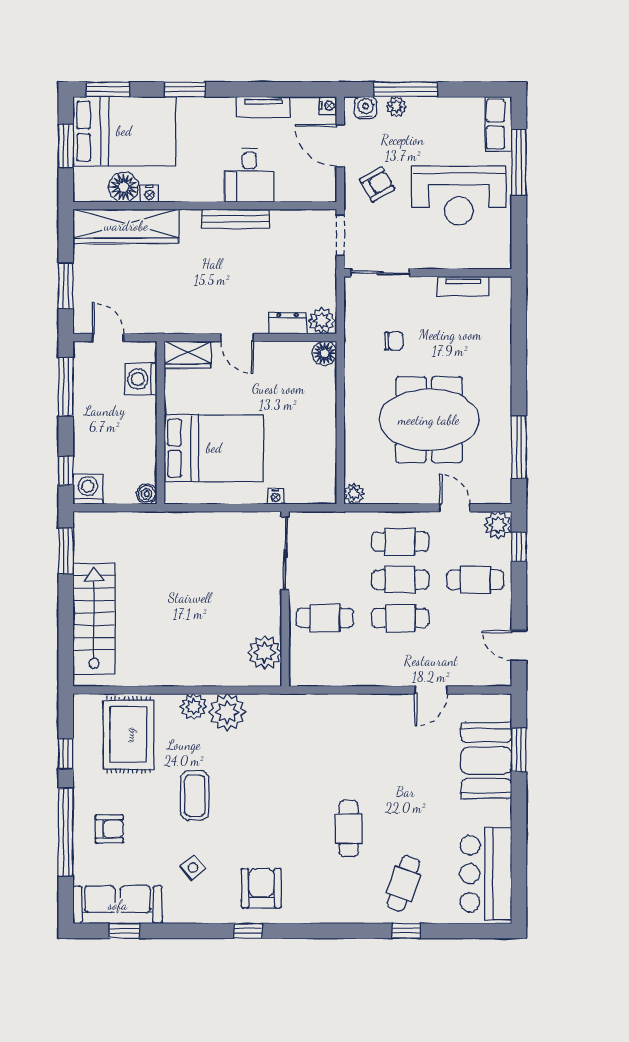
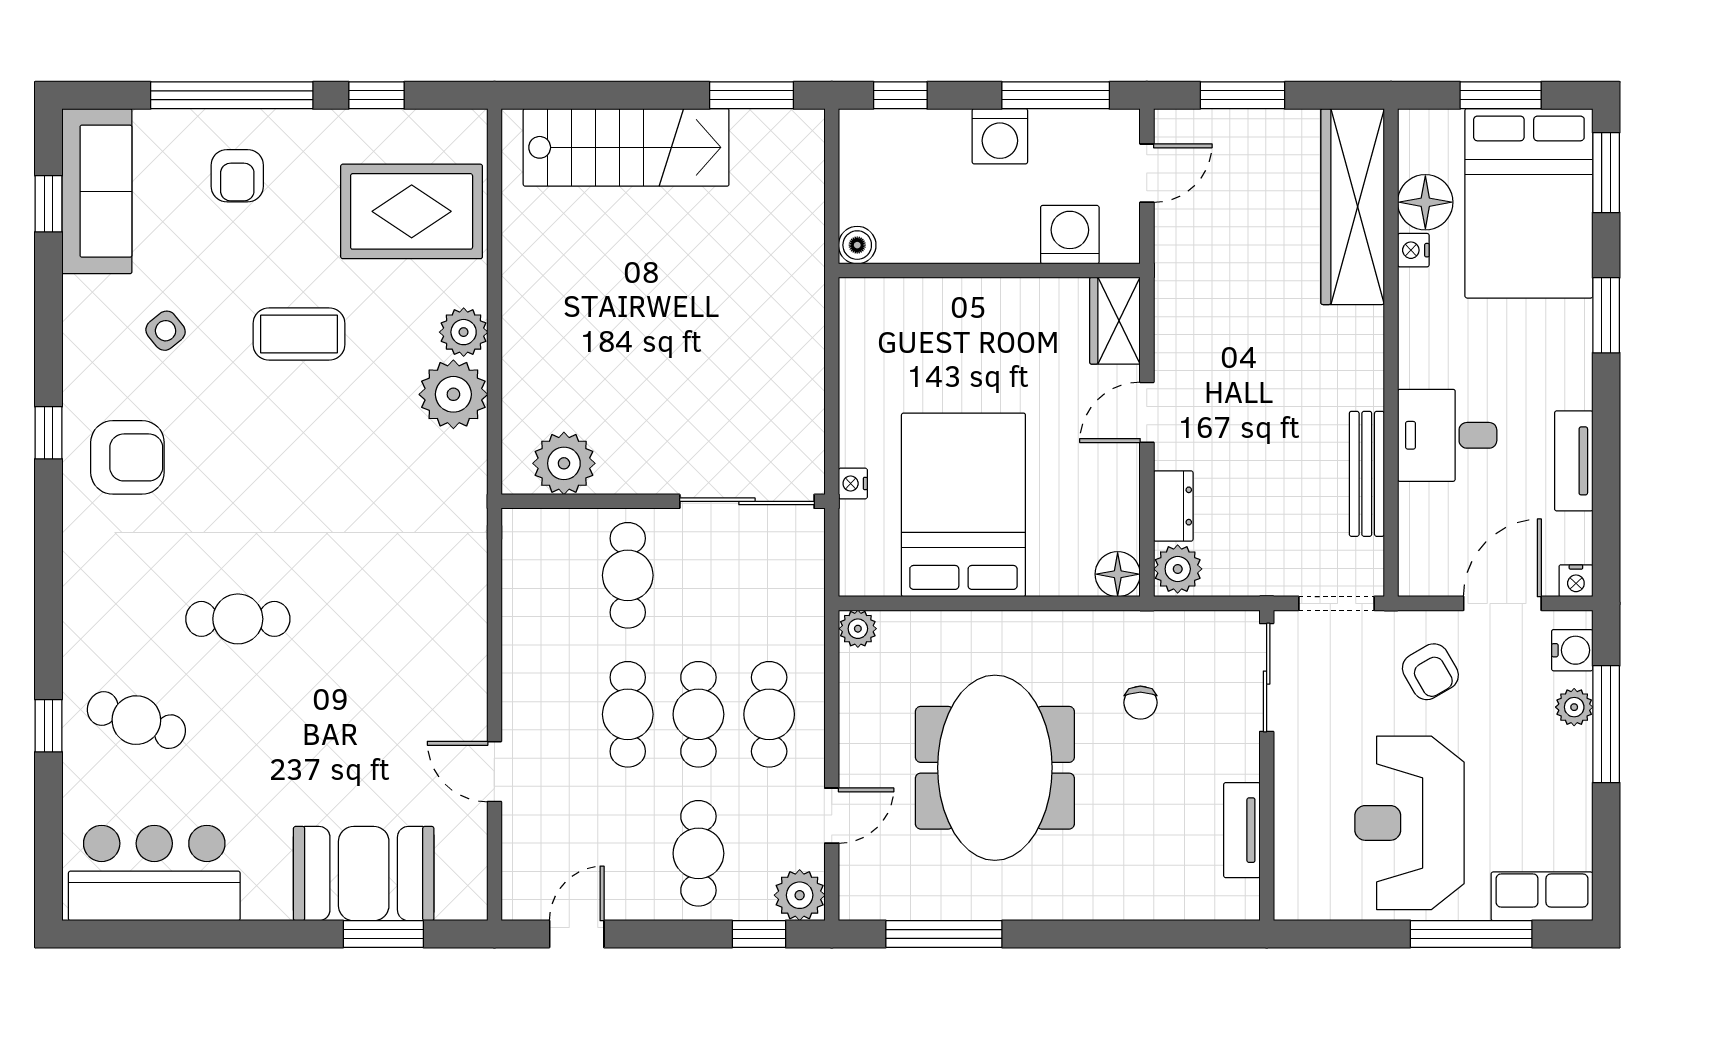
bench: (235, 219) -> (1367, 474), moved
bed: (214, 448) -> (963, 505), moved, turned 180
washing machine: (88, 489) -> (1000, 136), moved, turned 90

